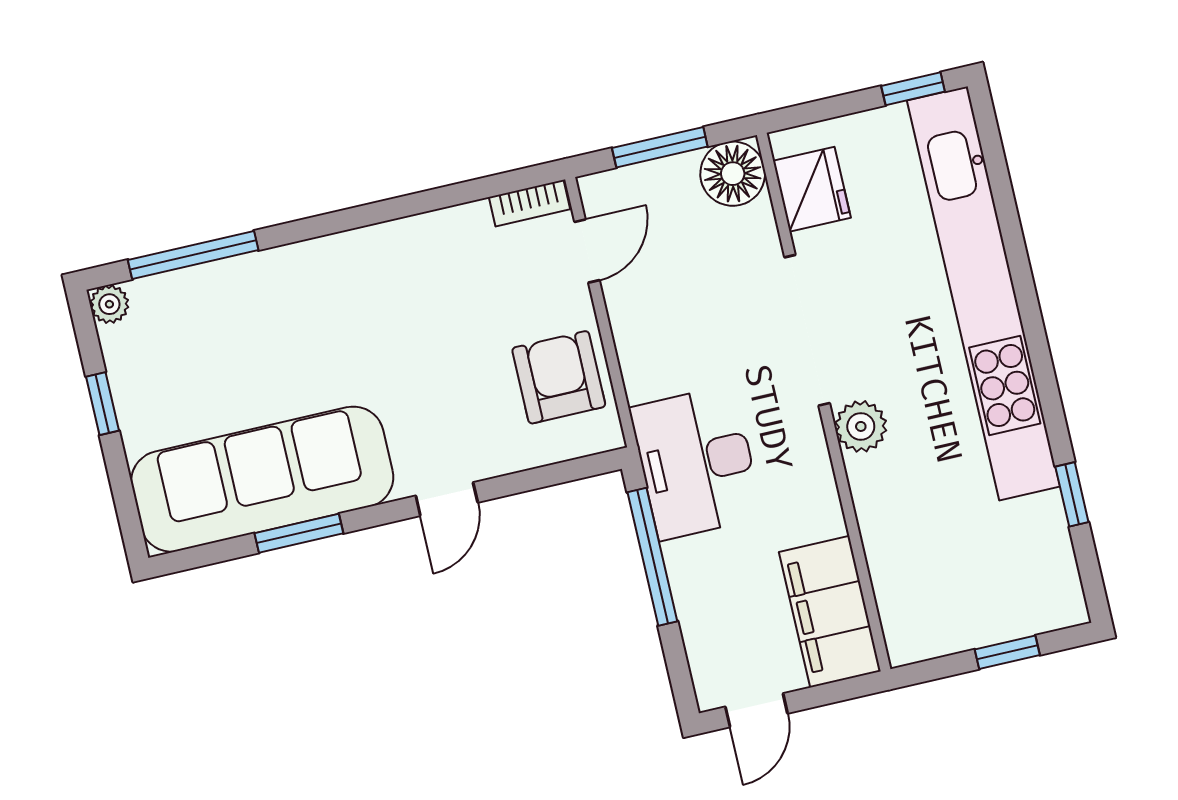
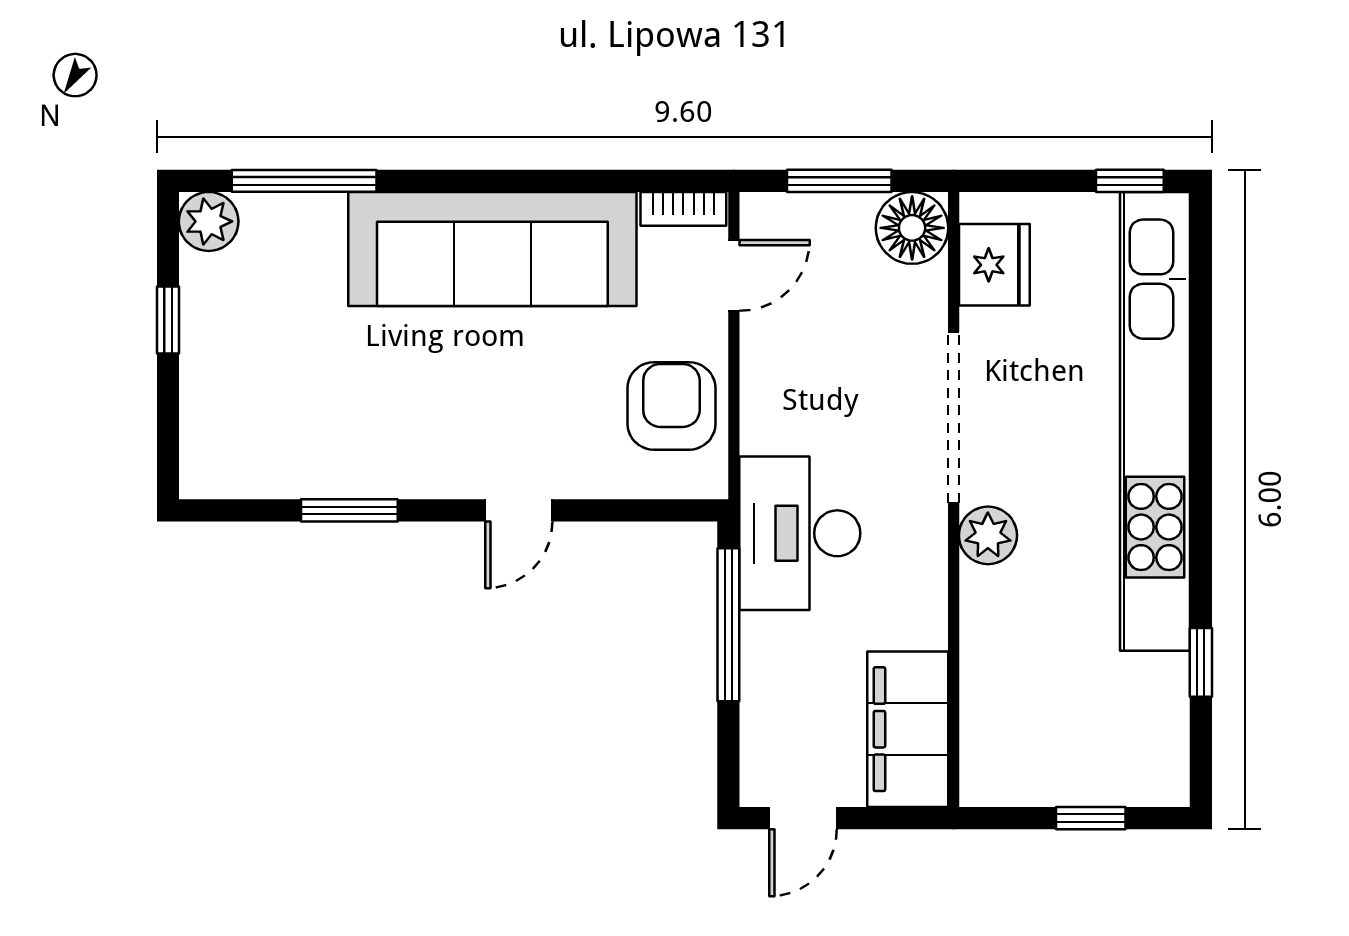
plant: (109, 304) -> (209, 221), width x1.38, depth x1.38
sofa: (262, 479) -> (492, 249), moved, turned 180

